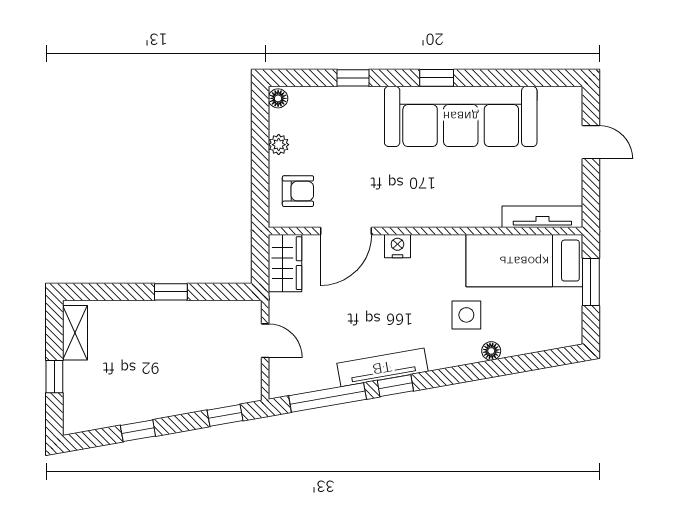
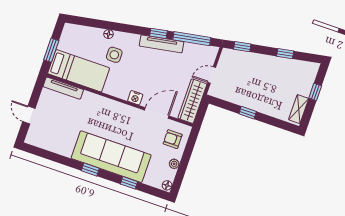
sofa: (461, 116) -> (111, 157), moved
wardrobe: (285, 263) -> (192, 101), width x1.50
door: (265, 341) -> (212, 75), hinge flipped

